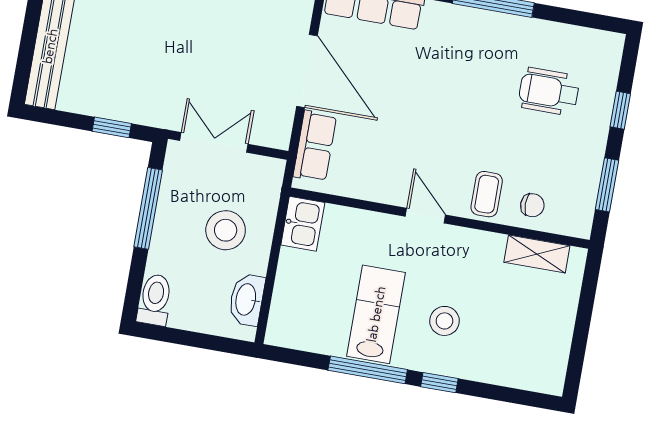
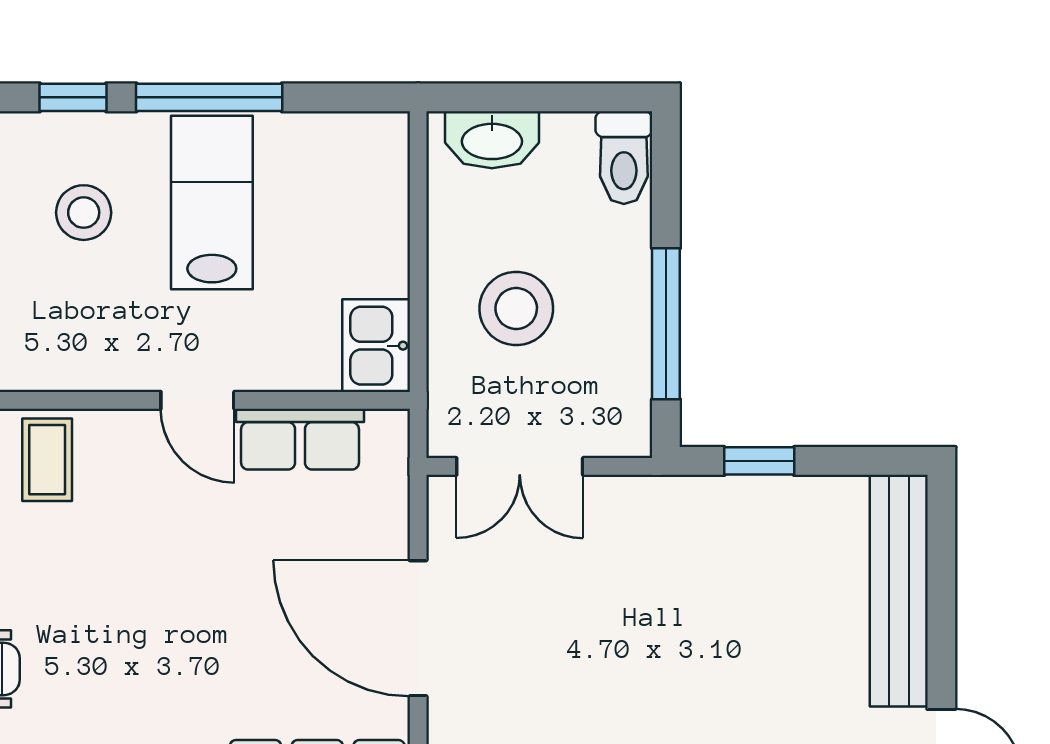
double door: (214, 142) -> (520, 466), moved
row of seats: (315, 146) -> (300, 439), moved, turned -90
door: (425, 216) -> (197, 400), moved
washbasin: (247, 300) -> (492, 140), moved, turned 90
lab bench: (376, 314) -> (212, 203), turned 180

